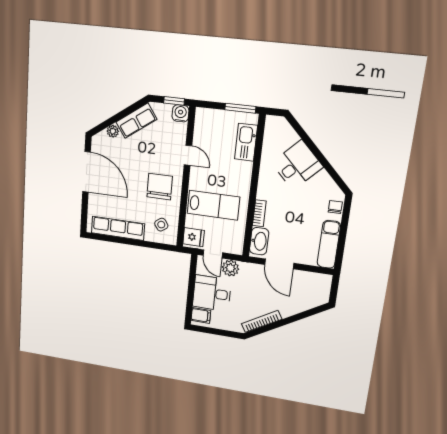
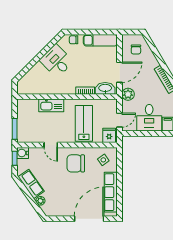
window: (240, 108) -> (15, 129), moved
kitchen sink: (246, 142) -> (51, 105), moved
door: (188, 155) -> (51, 145), swing flipped
desk: (297, 165) -> (56, 61), moved
door: (87, 172) -> (89, 219), moved
plant: (230, 268) -> (128, 94), moved
chair: (308, 291) -> (136, 49), added

